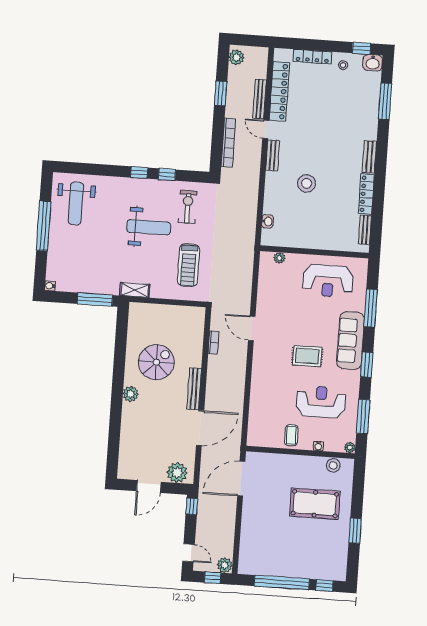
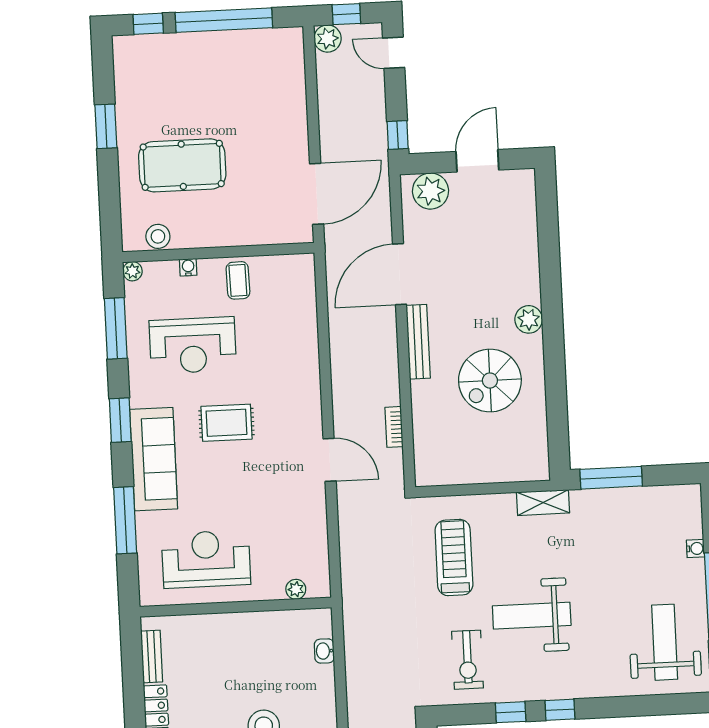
water cooler: (50, 286) -> (695, 549), moved

